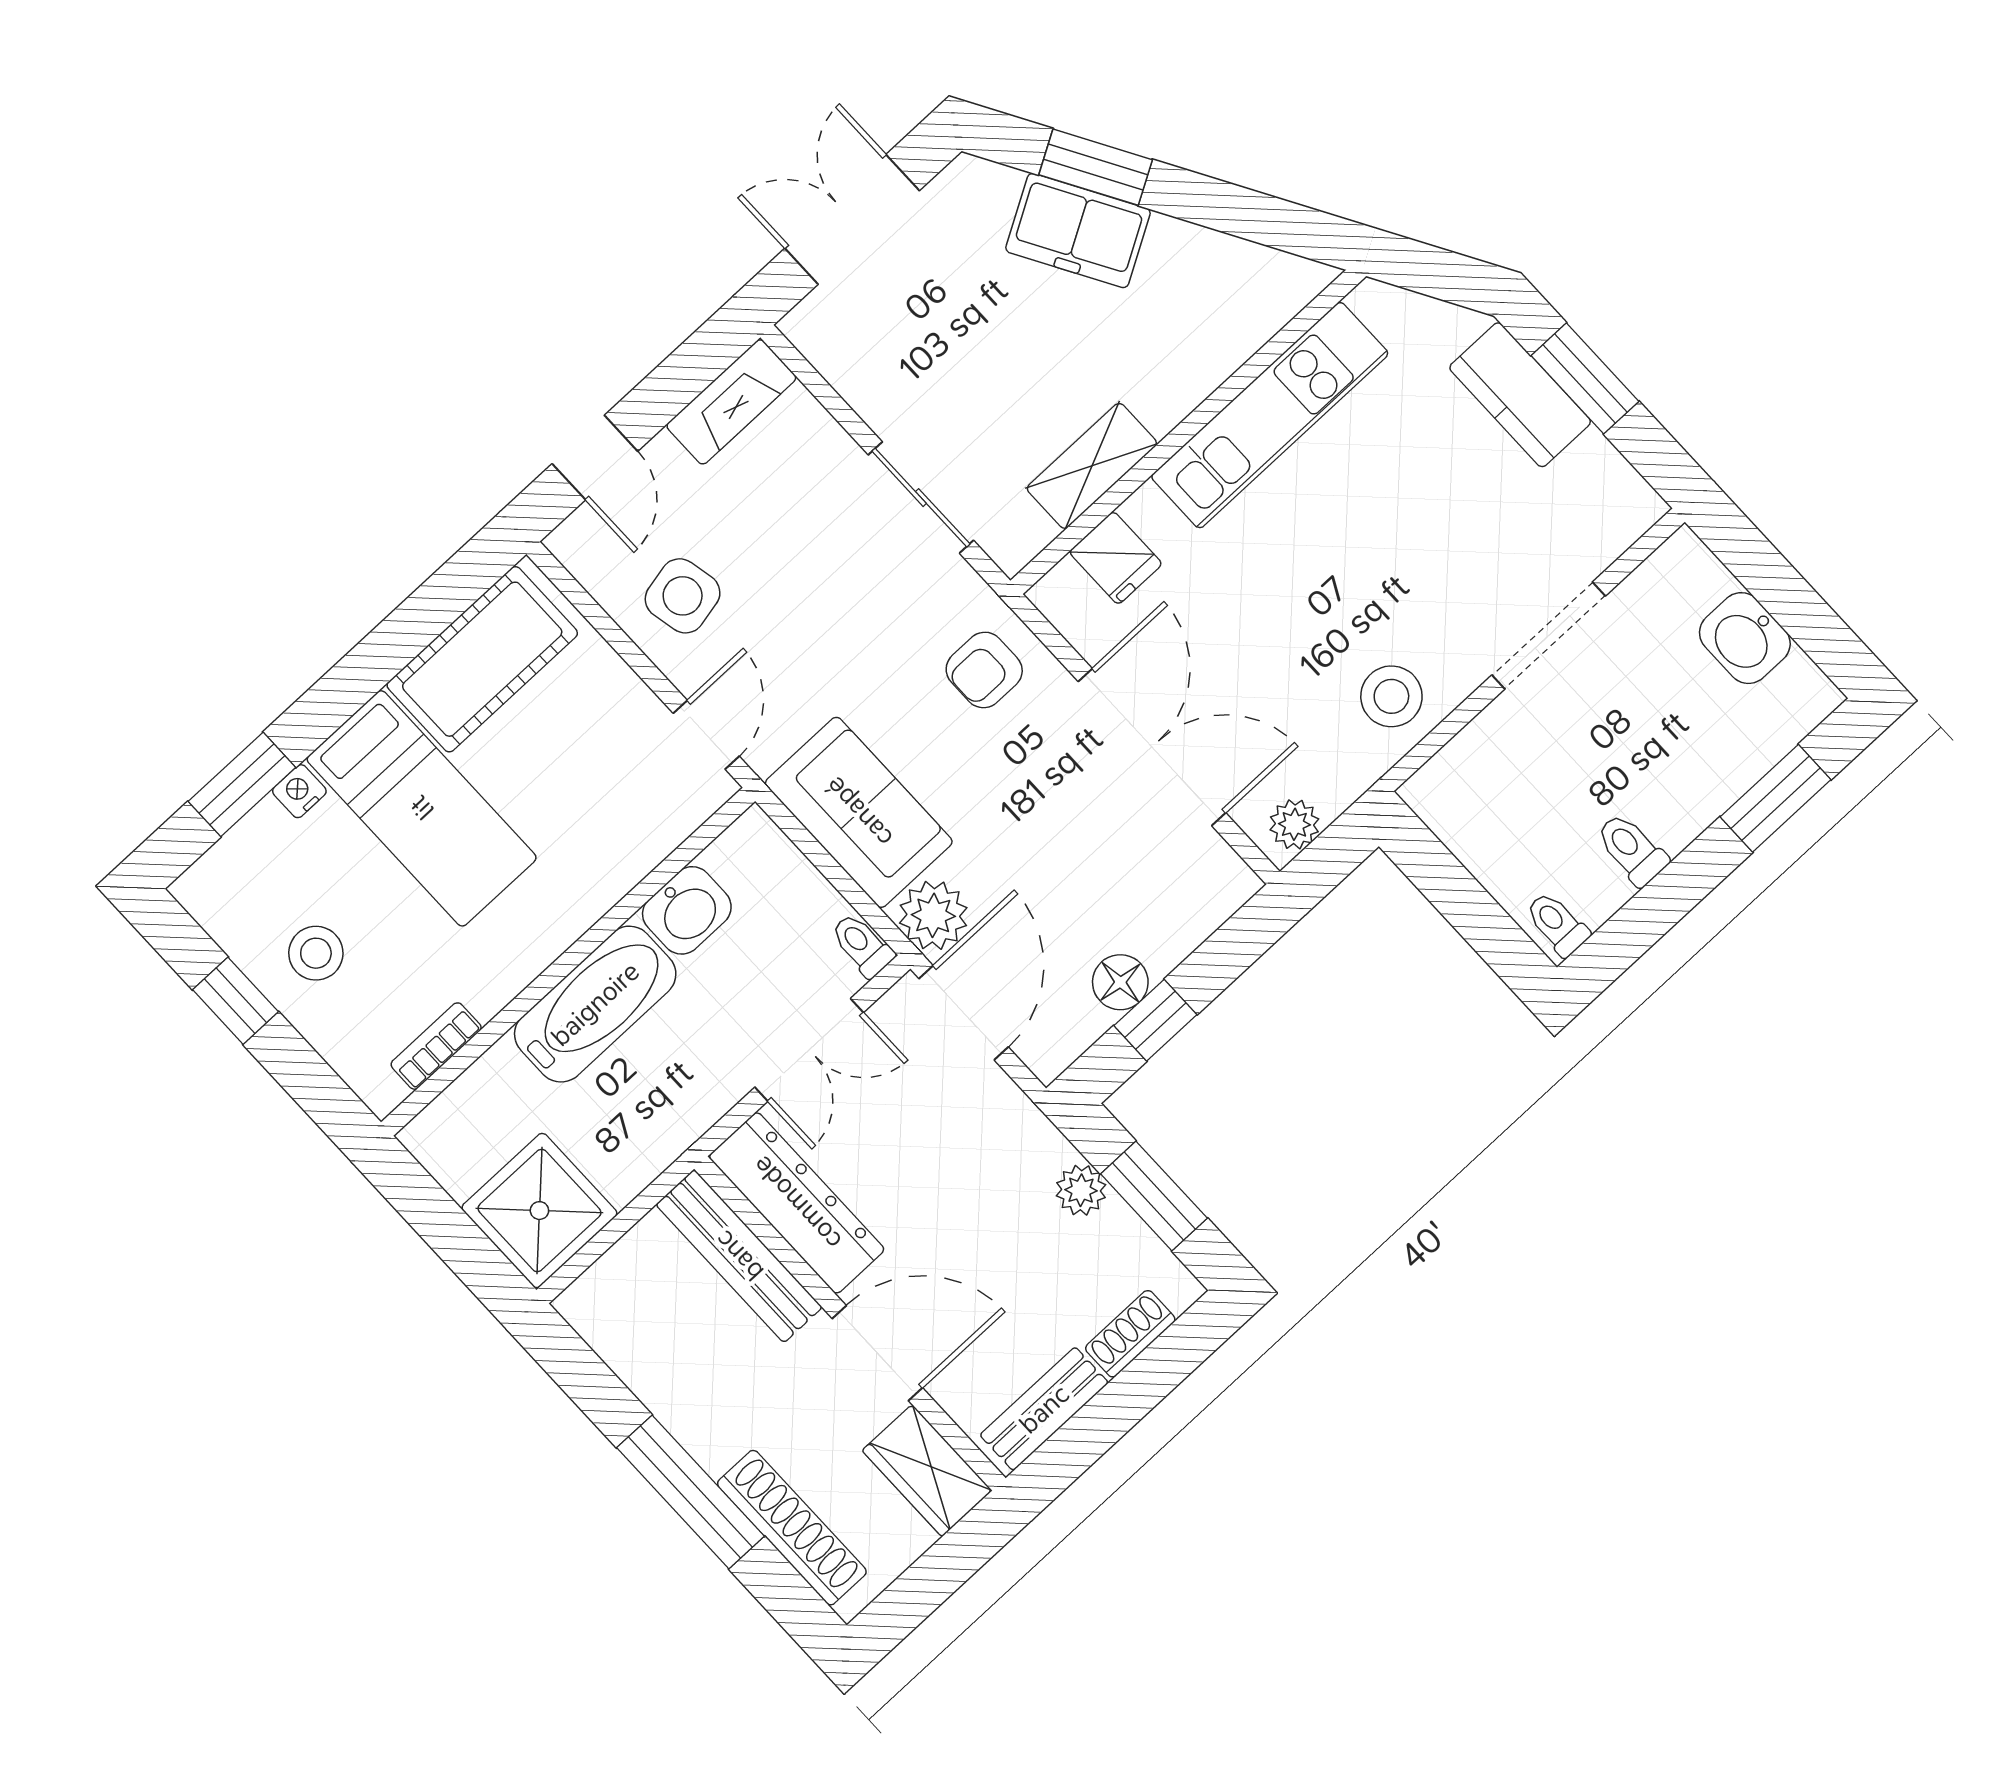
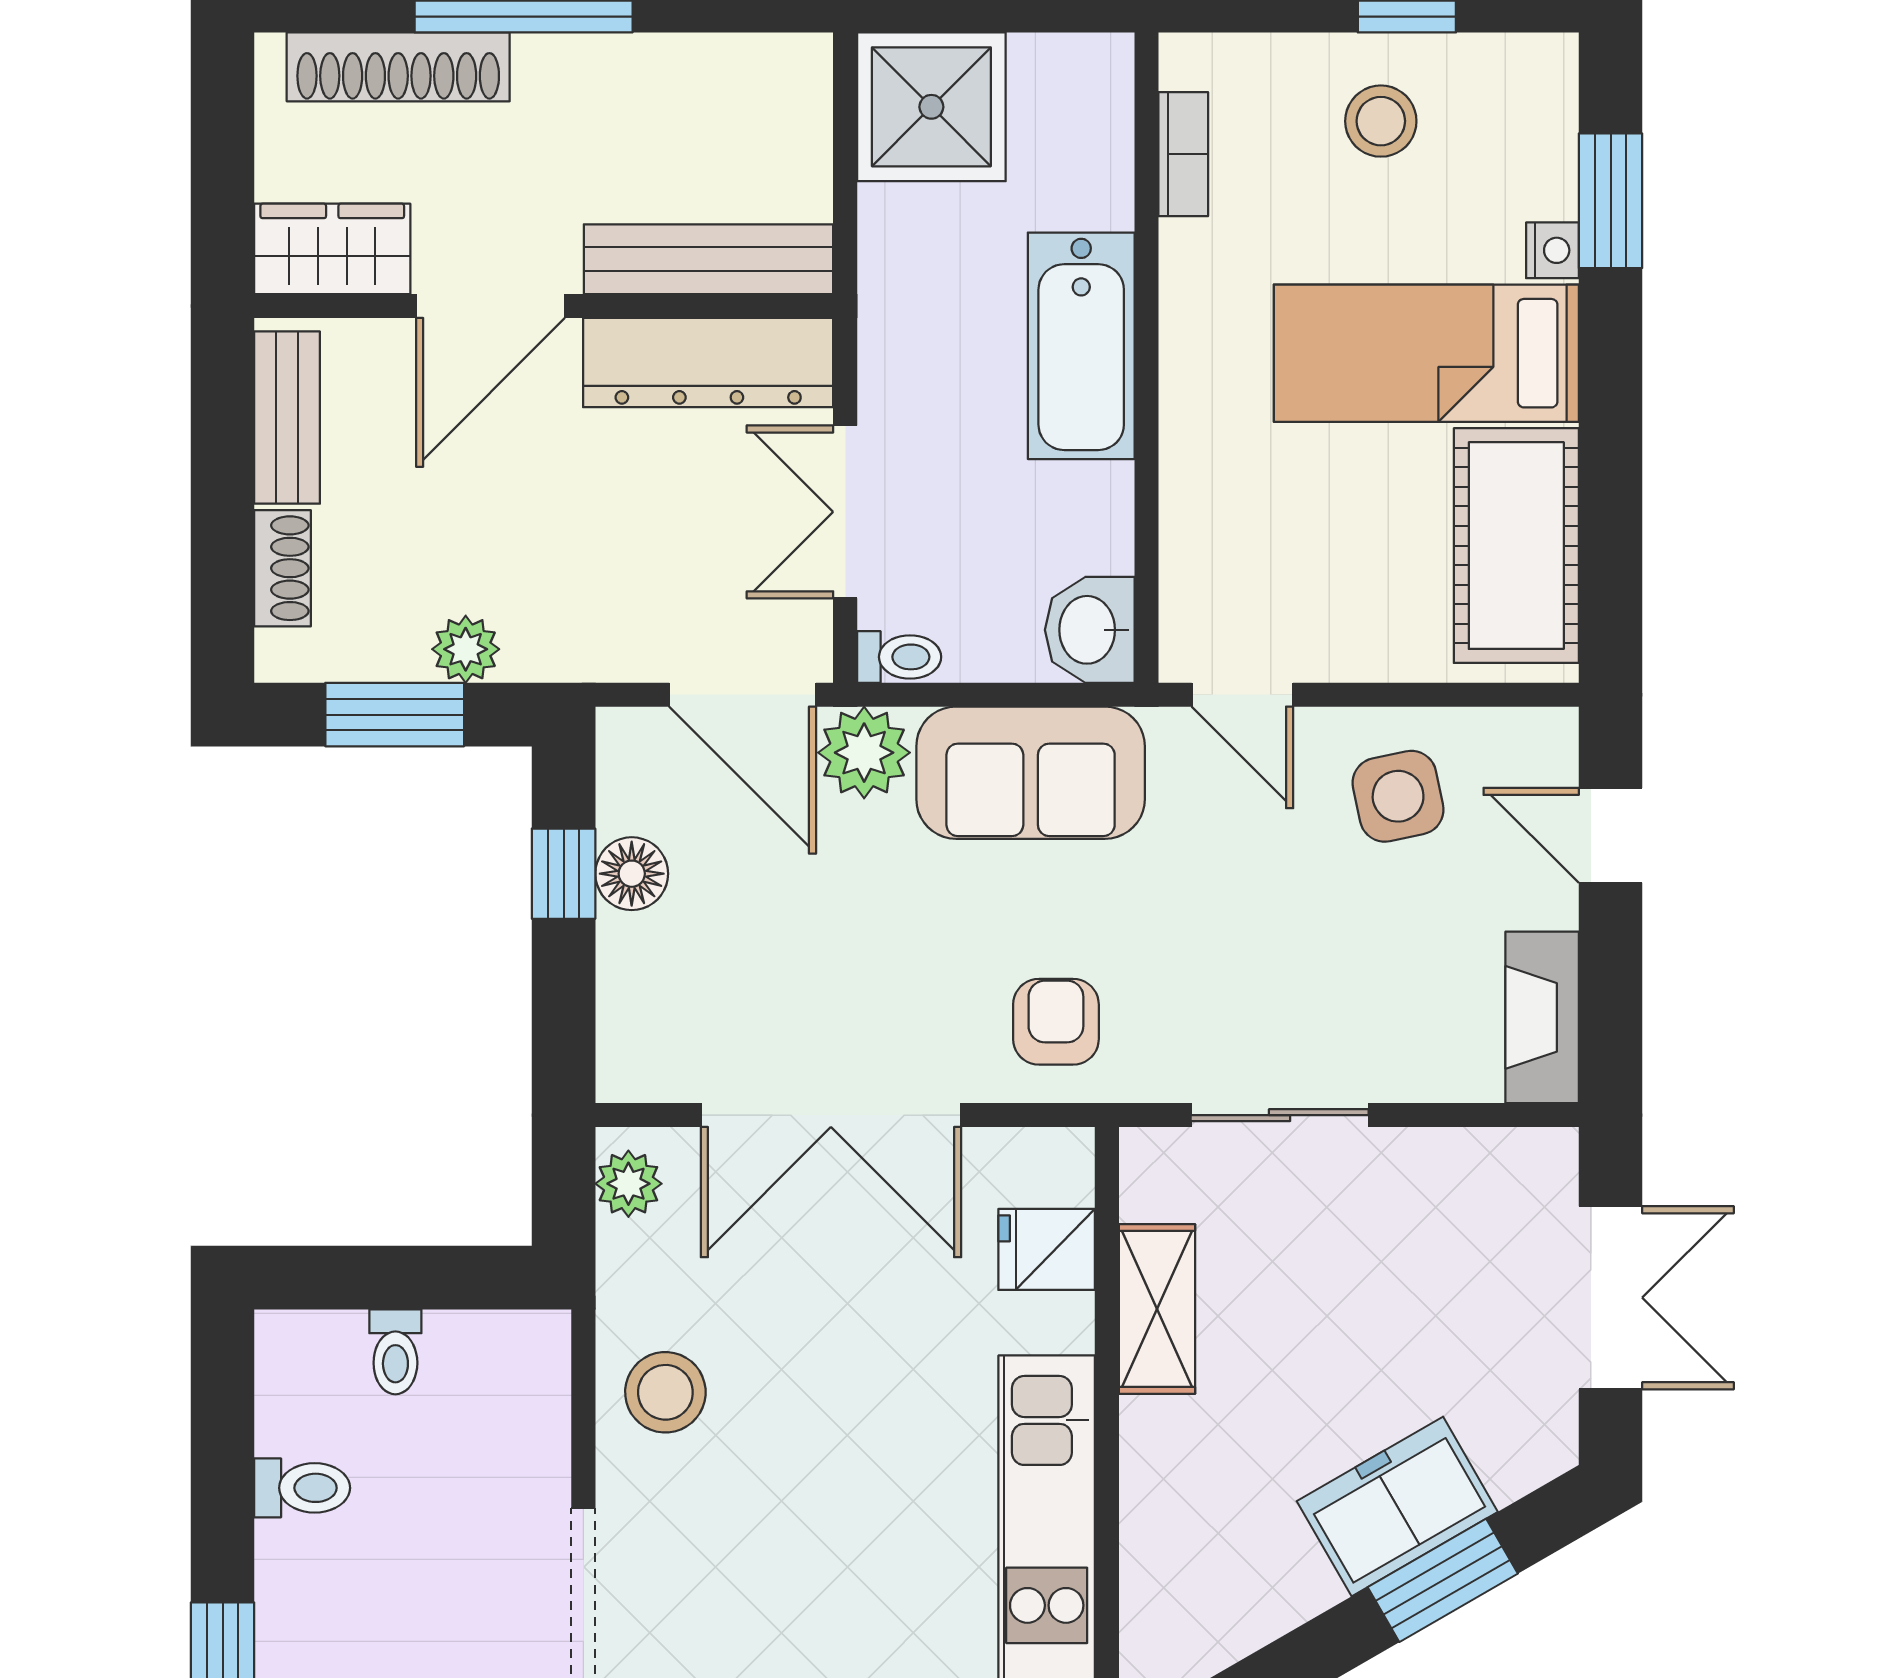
washbasin: (687, 910) -> (1090, 630), moved
toilet: (1557, 924) -> (395, 1352), moved, turned 90

